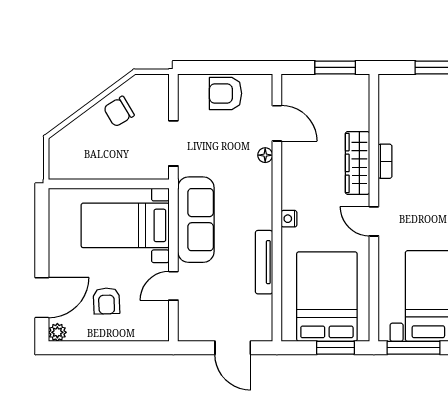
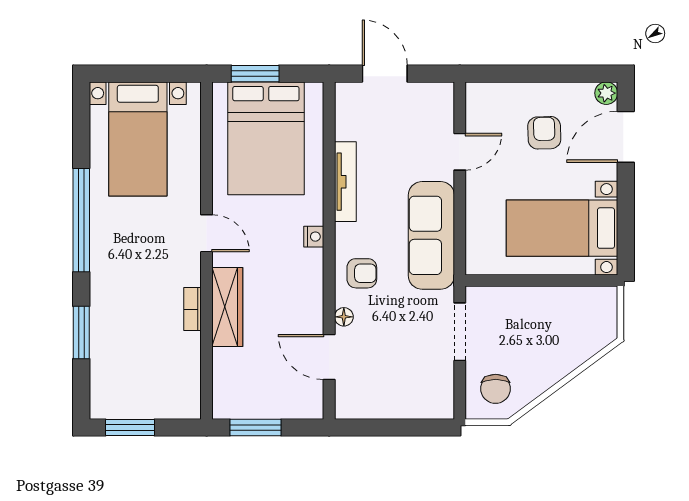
armchair: (225, 93) -> (362, 273), moved, width x0.72, depth x0.72
chair: (119, 111) -> (496, 389), moved, turned 121
bed with nightstands: (125, 225) -> (562, 228), moved, turned 180
window: (414, 348) -> (157, 74), removed

